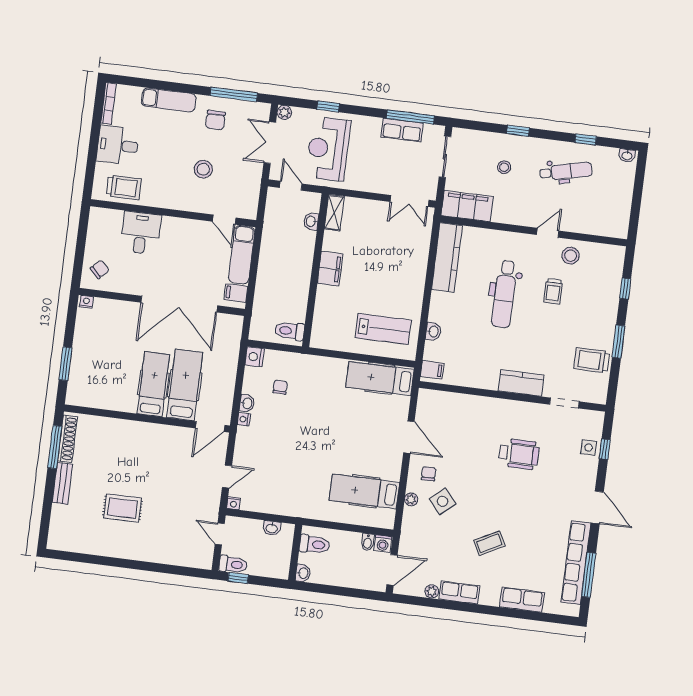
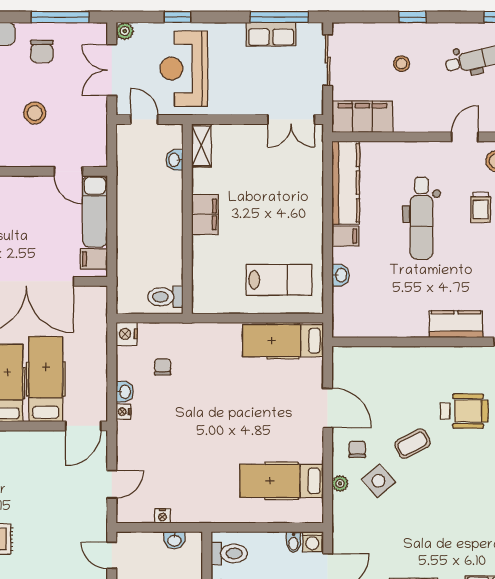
filing cabinet: (432, 370) -> (345, 236), moved
nightstand: (233, 503) -> (163, 516), moved
coffee table: (489, 543) -> (412, 444), moved

